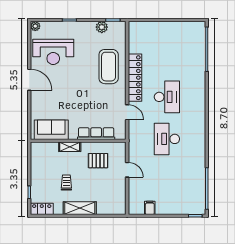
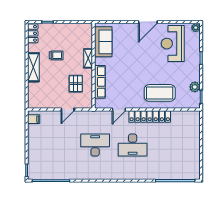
filing cabinet: (150, 208) -> (34, 119), moved

